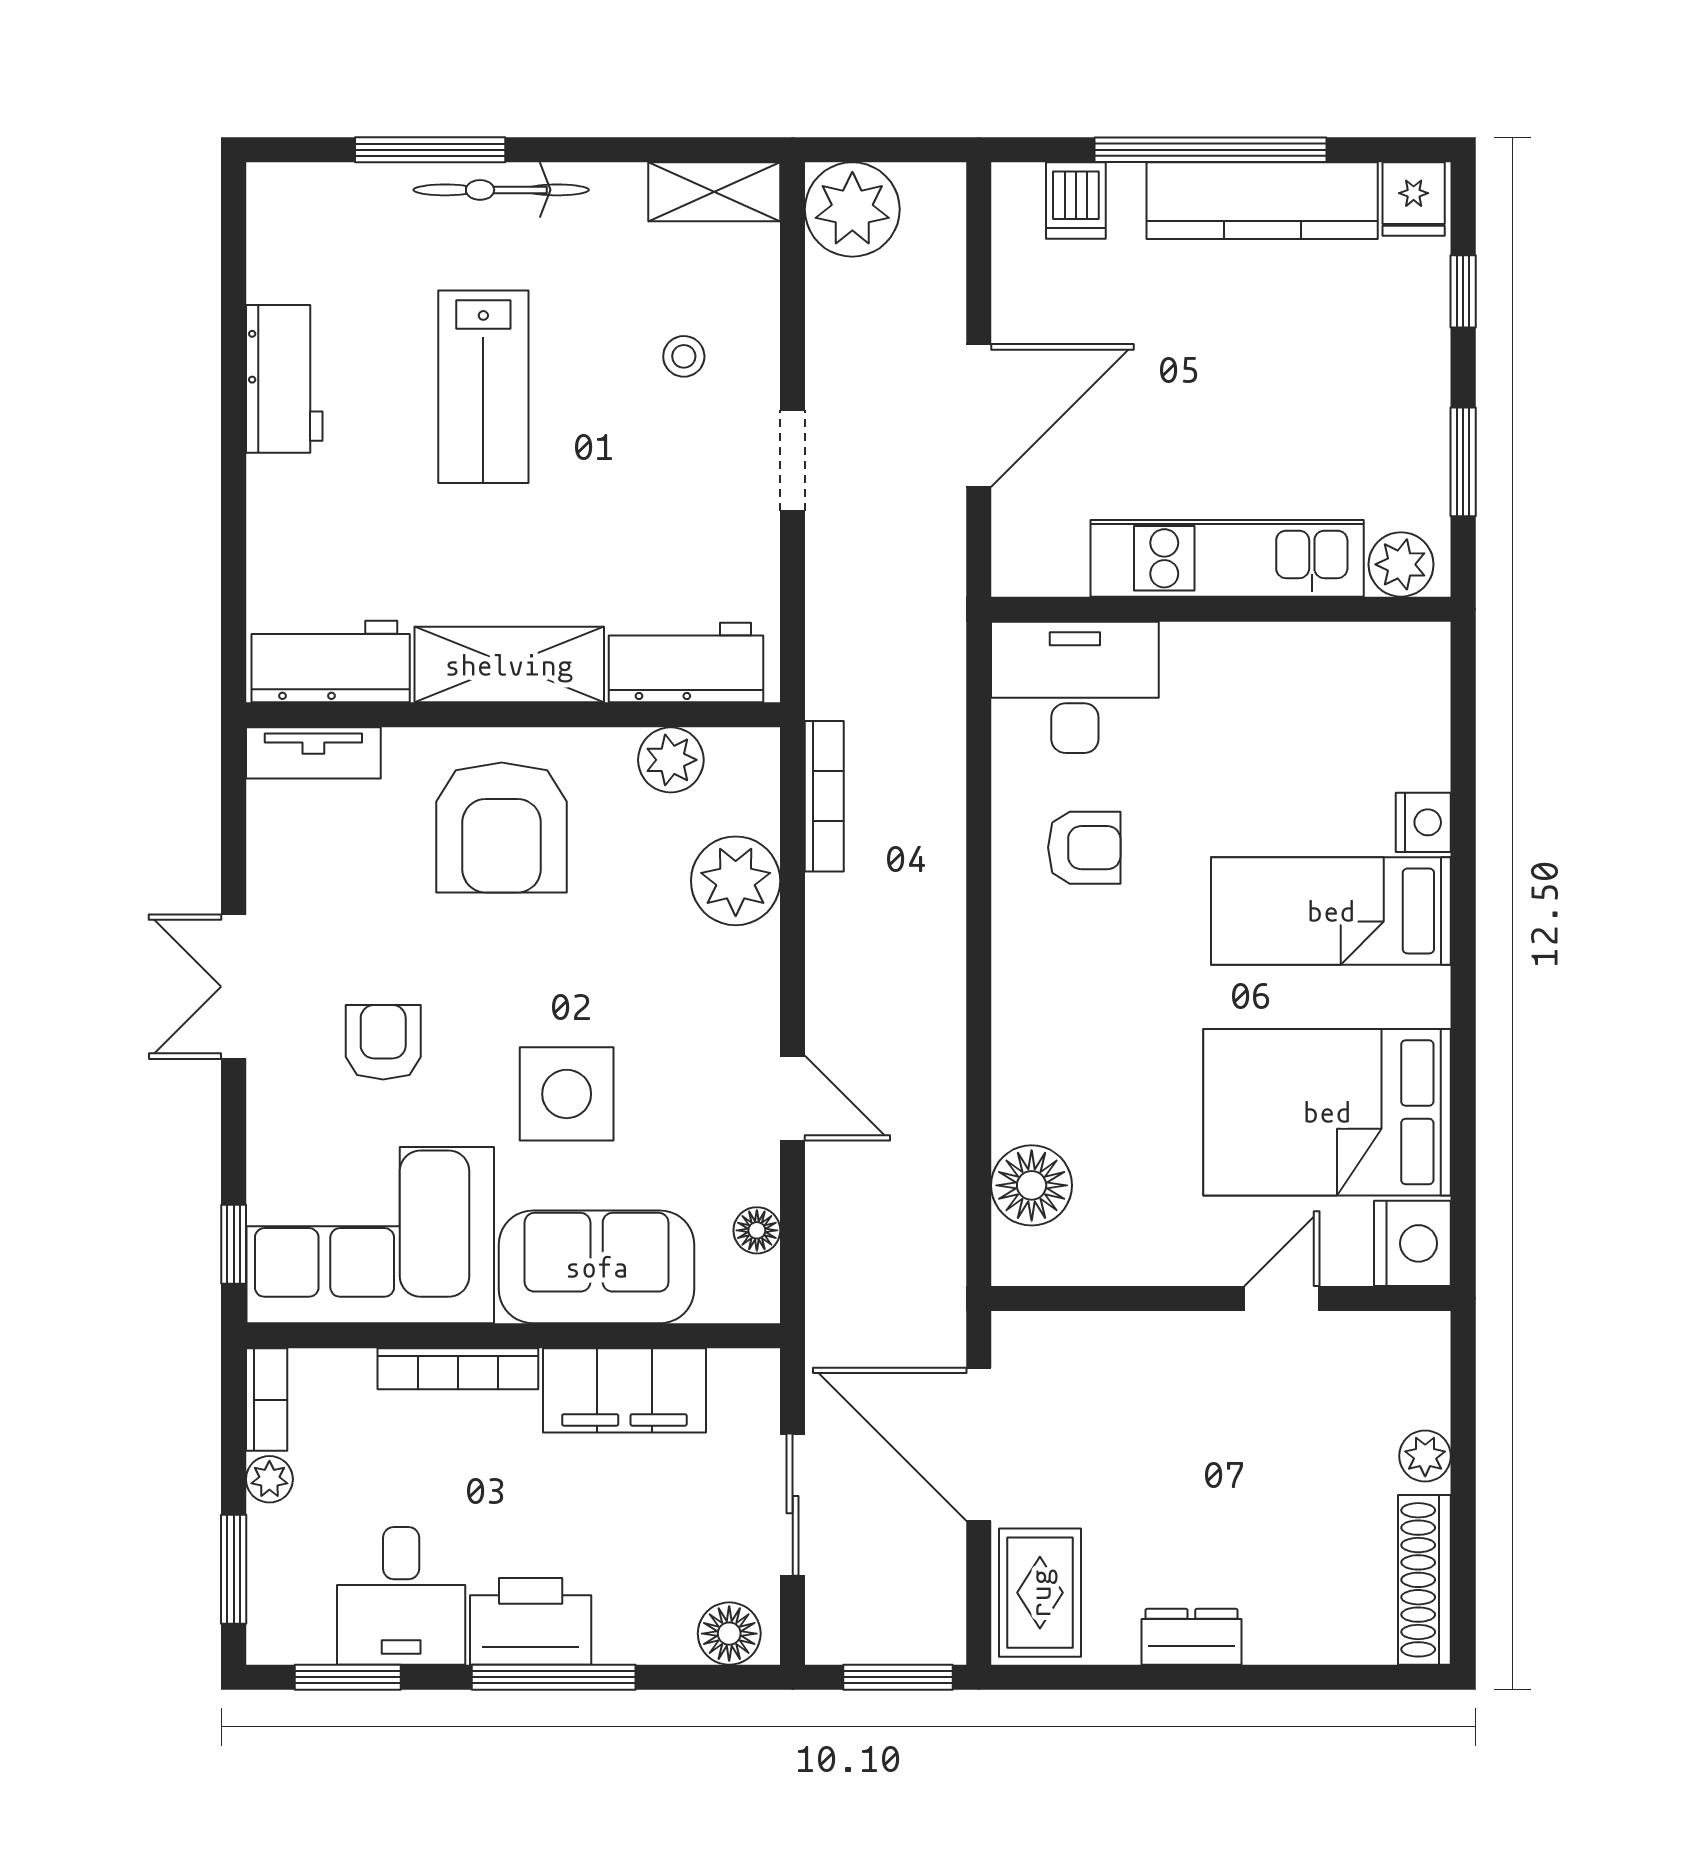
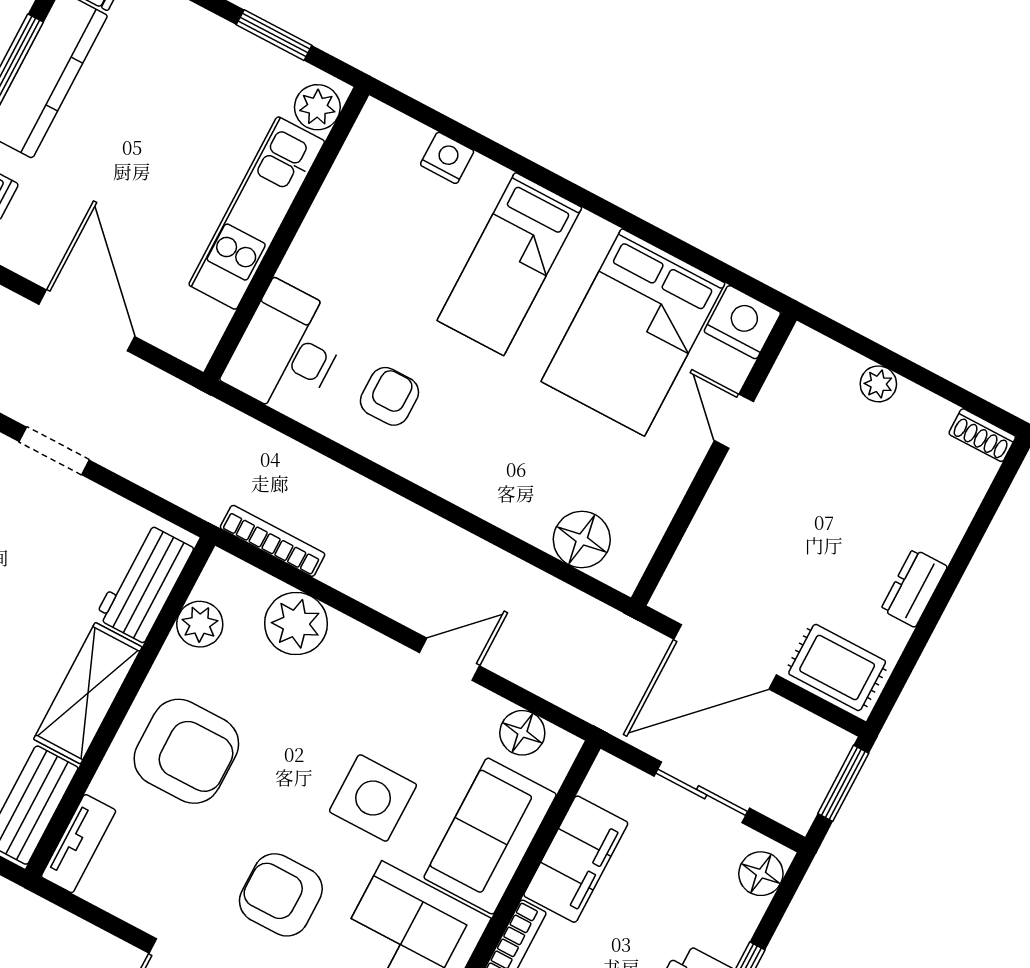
nightstand: (1423, 822) -> (447, 158), moved
armchair: (383, 1042) -> (281, 895), width x1.38, depth x1.38
floor lamp: (757, 1230) -> (522, 733), width x1.37, depth x1.37
shoe rack: (1424, 1580) -> (982, 435), width x0.51, depth x0.81

